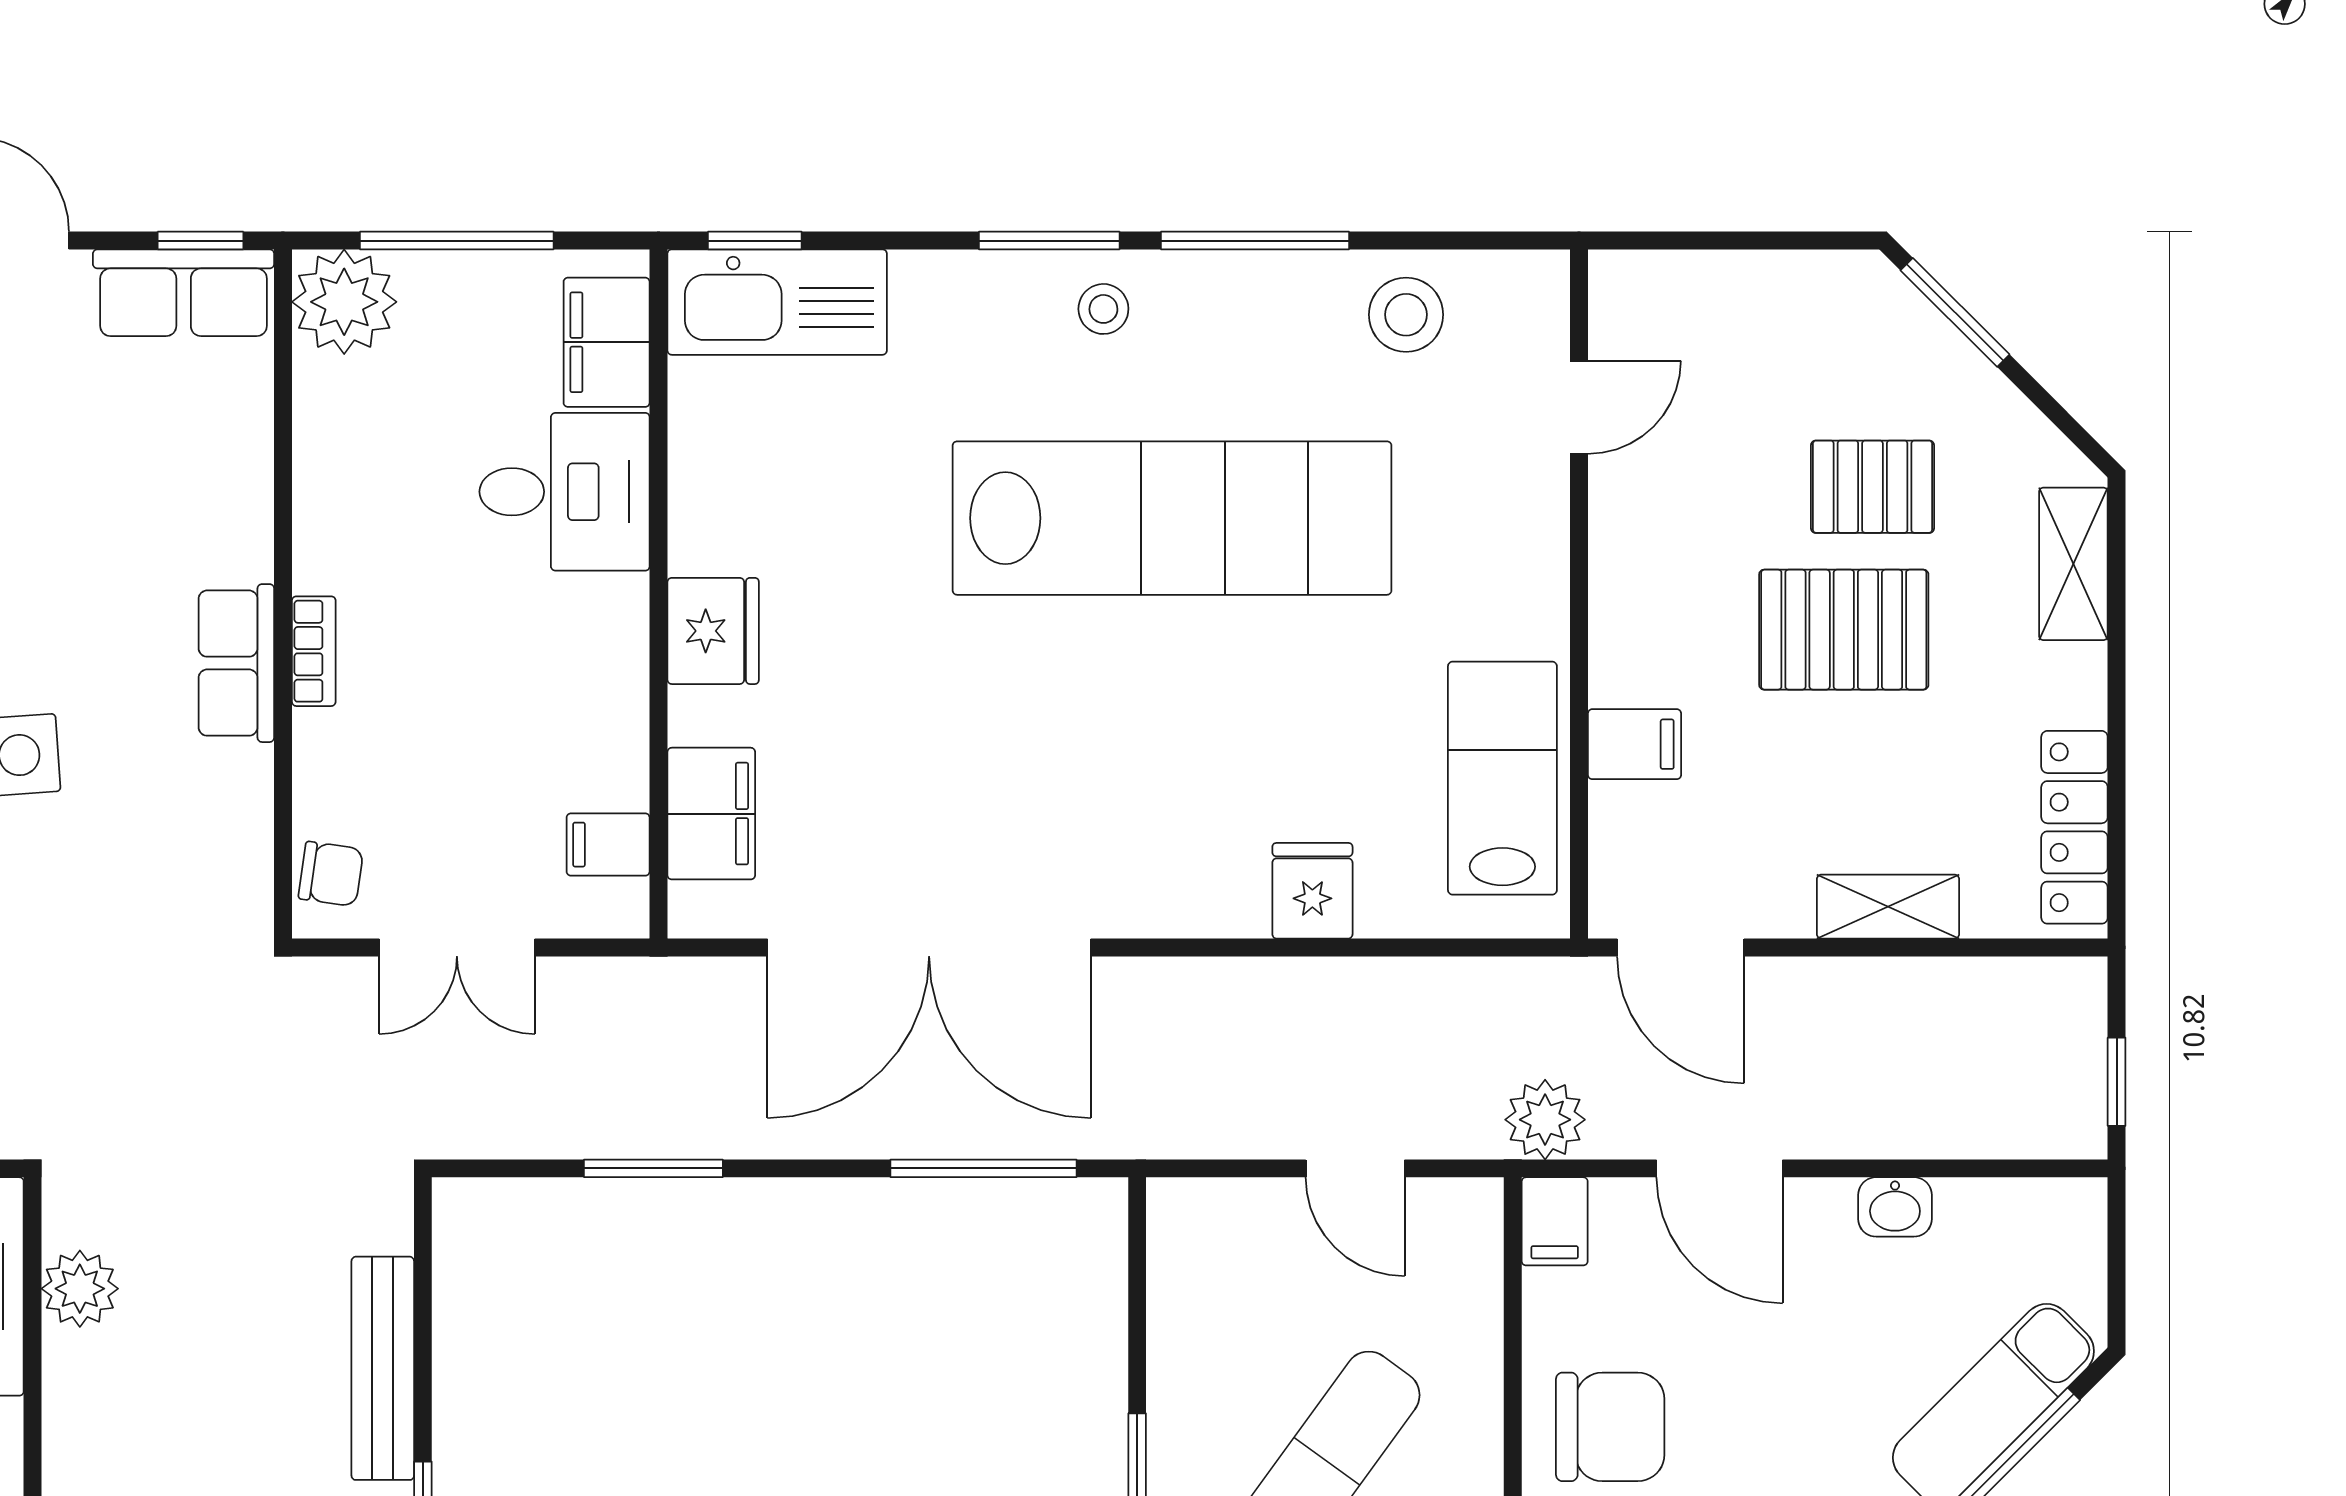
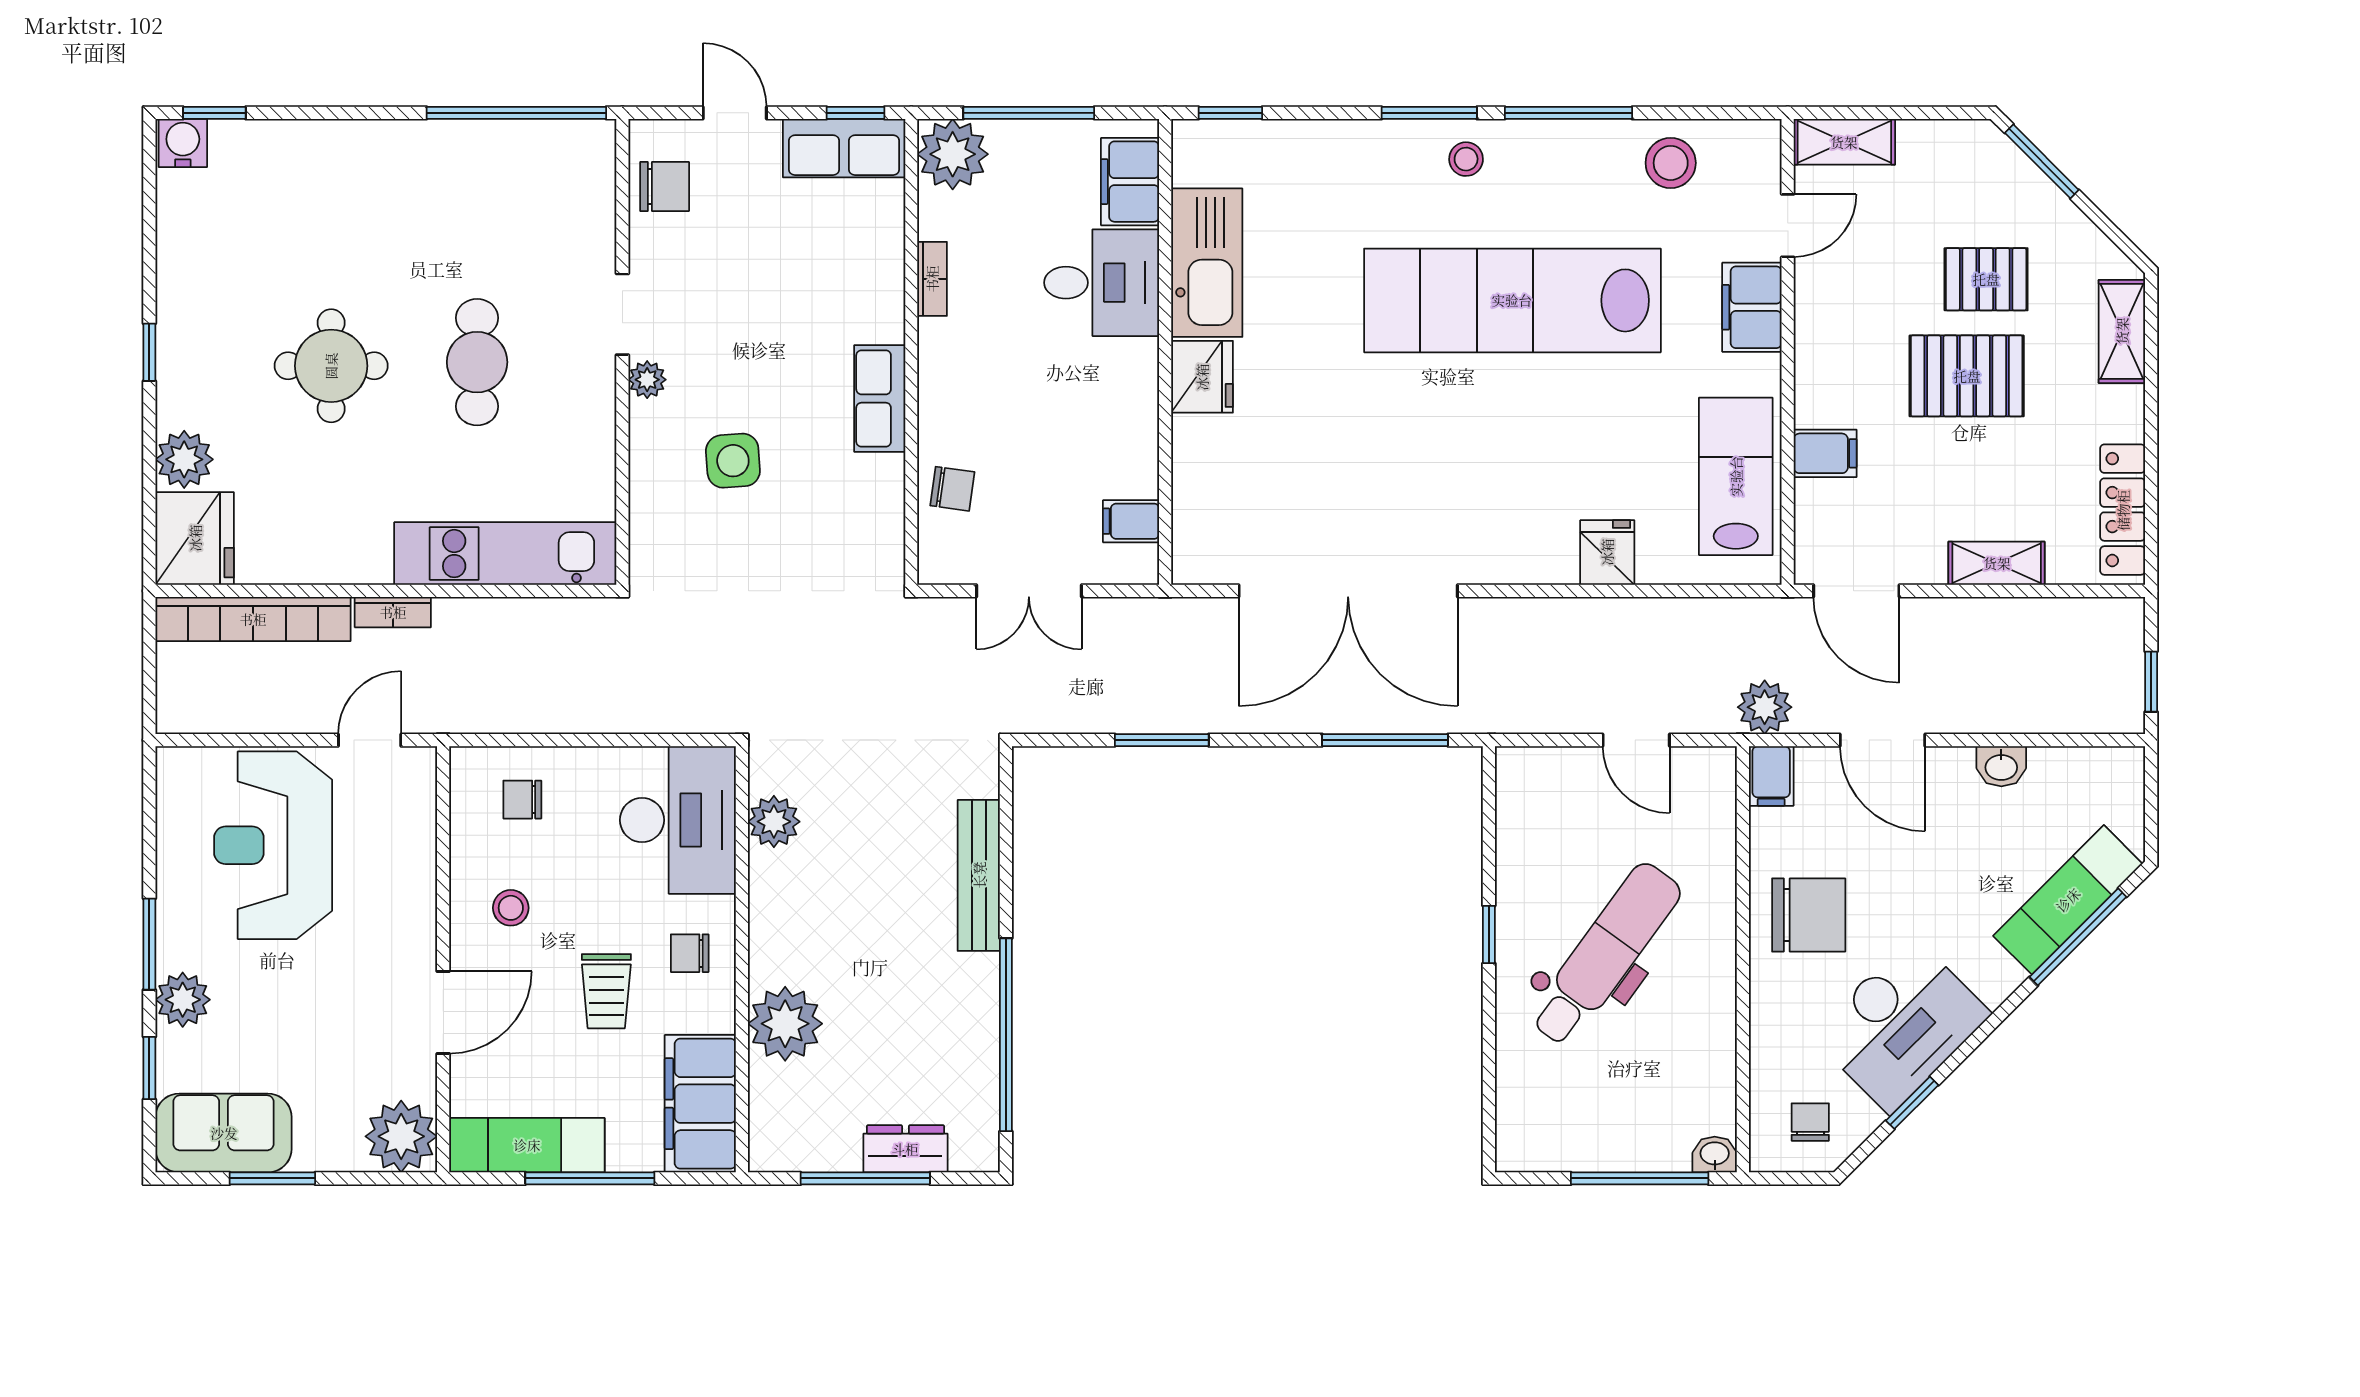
shelving: (1663, 283) -> (1844, 142), added
kitchen sink: (777, 302) -> (1207, 263), moved, turned -90
lab bench: (1172, 518) -> (1512, 300), turned 180
bookcase: (314, 651) -> (932, 279), moved
filing cabinet: (711, 814) -> (1752, 307), moved, turned 180
chair: (331, 874) -> (952, 489), moved

